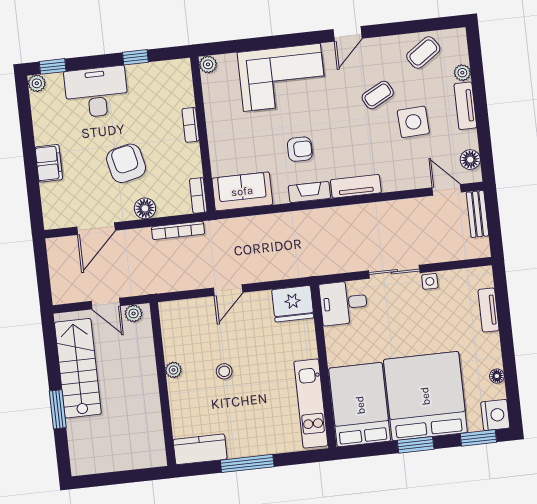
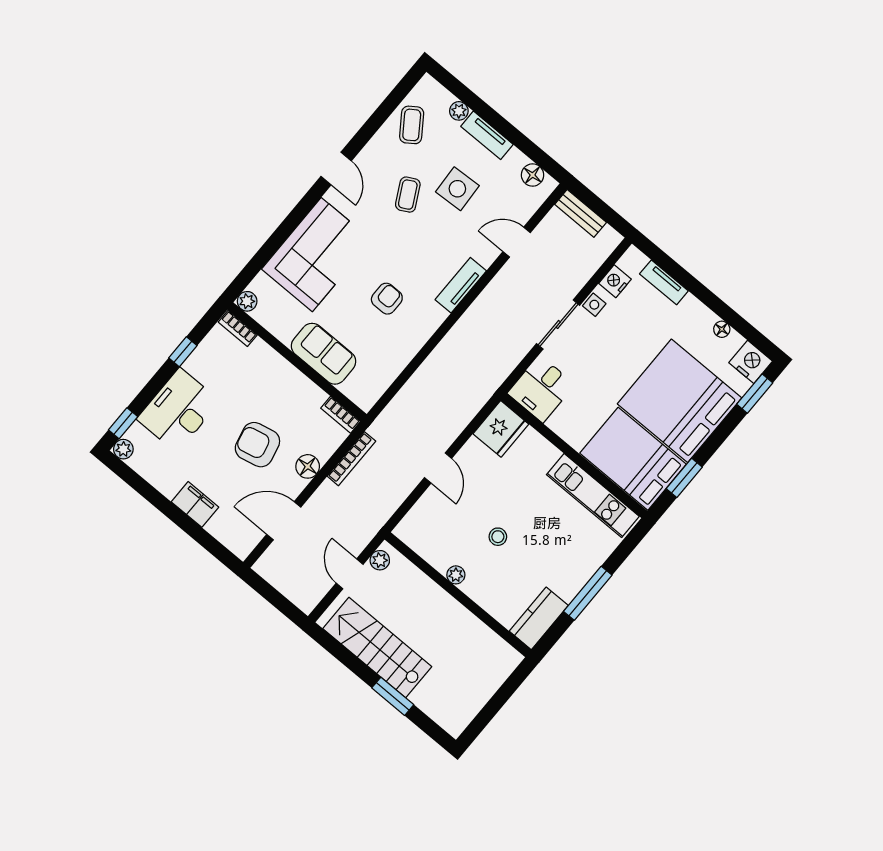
bookcase: (191, 125) -> (238, 328), moved
door: (447, 190) -> (517, 242), moved
sofa: (242, 191) -> (324, 354), moved, turned 90
fireplace: (309, 192) -> (428, 326), removed
door: (96, 229) -> (284, 521), swing flipped
nightstand: (458, 279) -> (615, 281), added
door: (106, 304) -> (350, 574), swing flipped
window: (416, 445) -> (684, 478), moved

